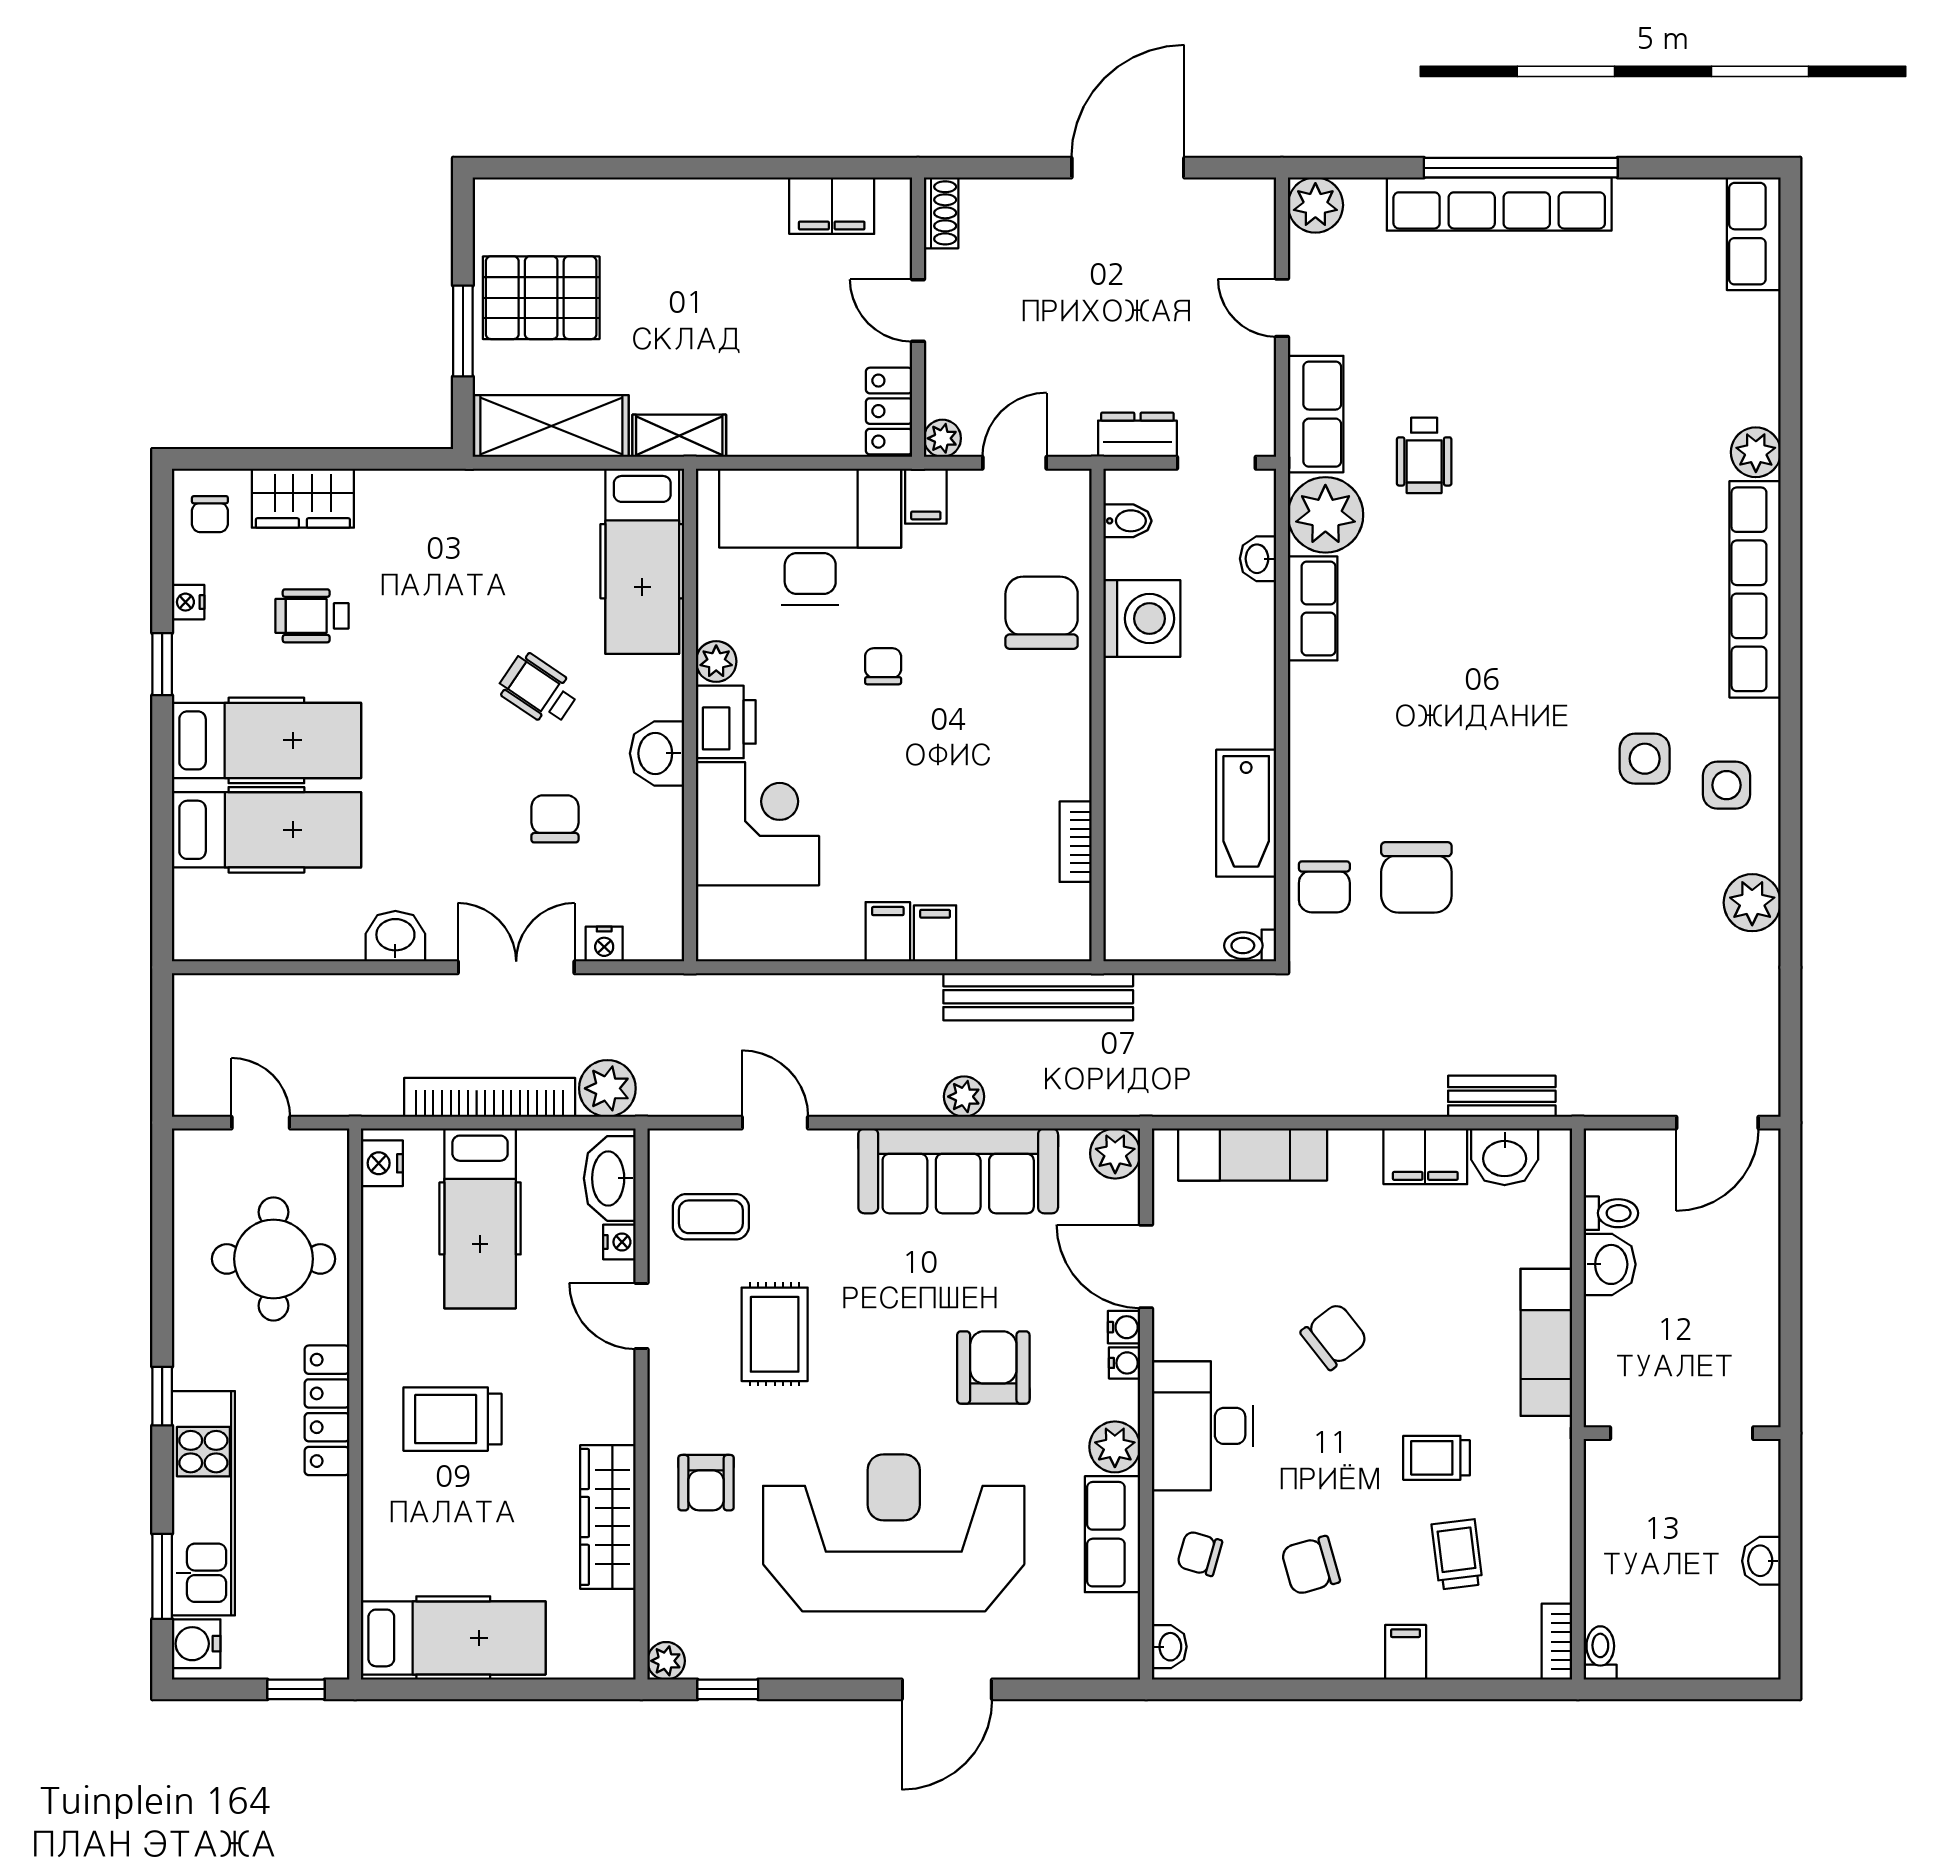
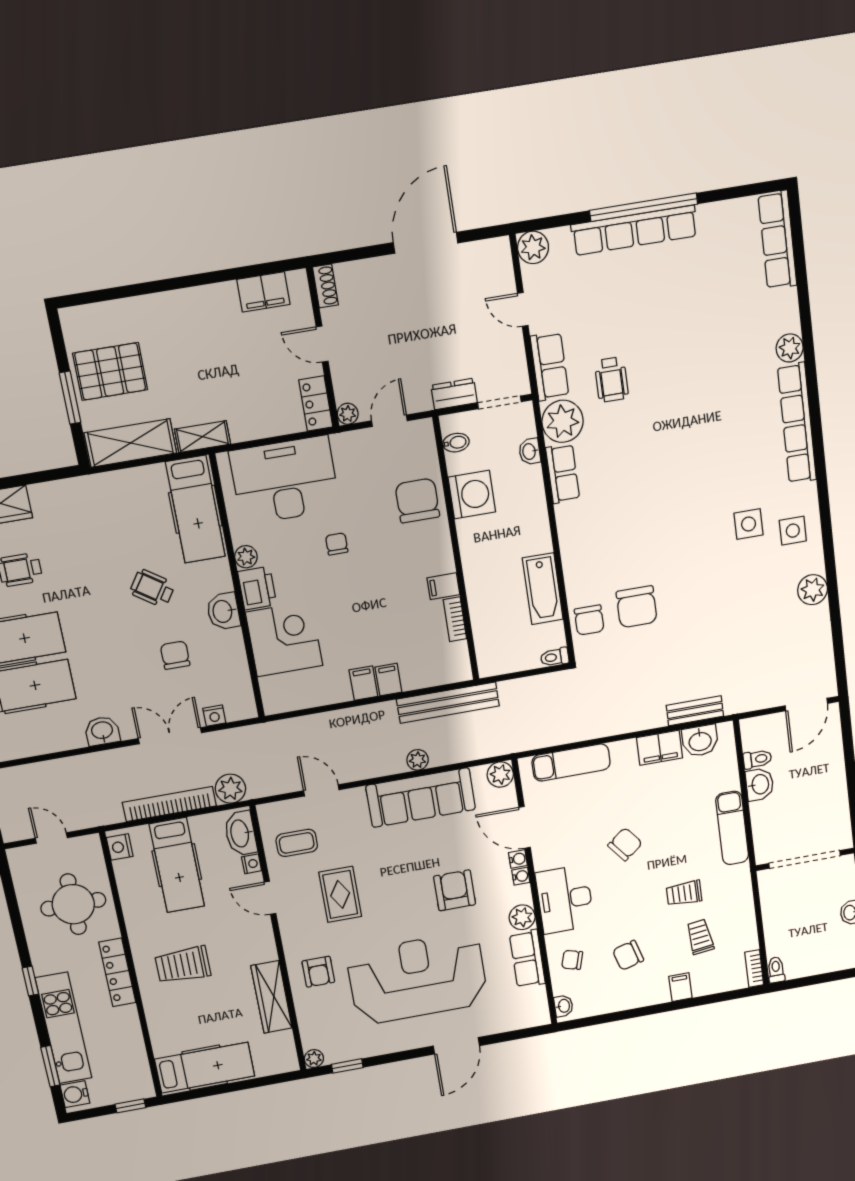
row of seats: (1754, 234) -> (777, 240), width x1.48
filing cabinet: (926, 496) -> (443, 586), moved, turned 90

